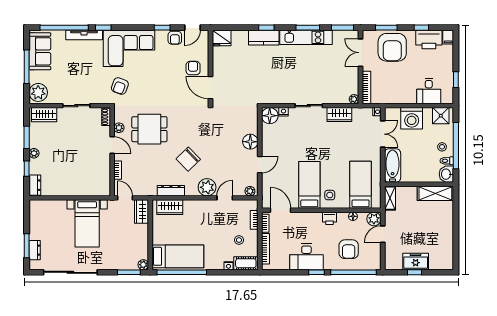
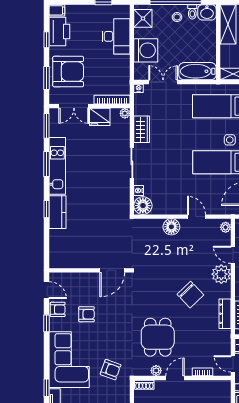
fridge: (222, 38) -> (100, 117), moved, turned 90
armchair: (193, 68) -> (87, 314), moved, turned 180
desk: (429, 91) -> (116, 36), width x1.37
door: (125, 198) -> (233, 364), hinge flipped

